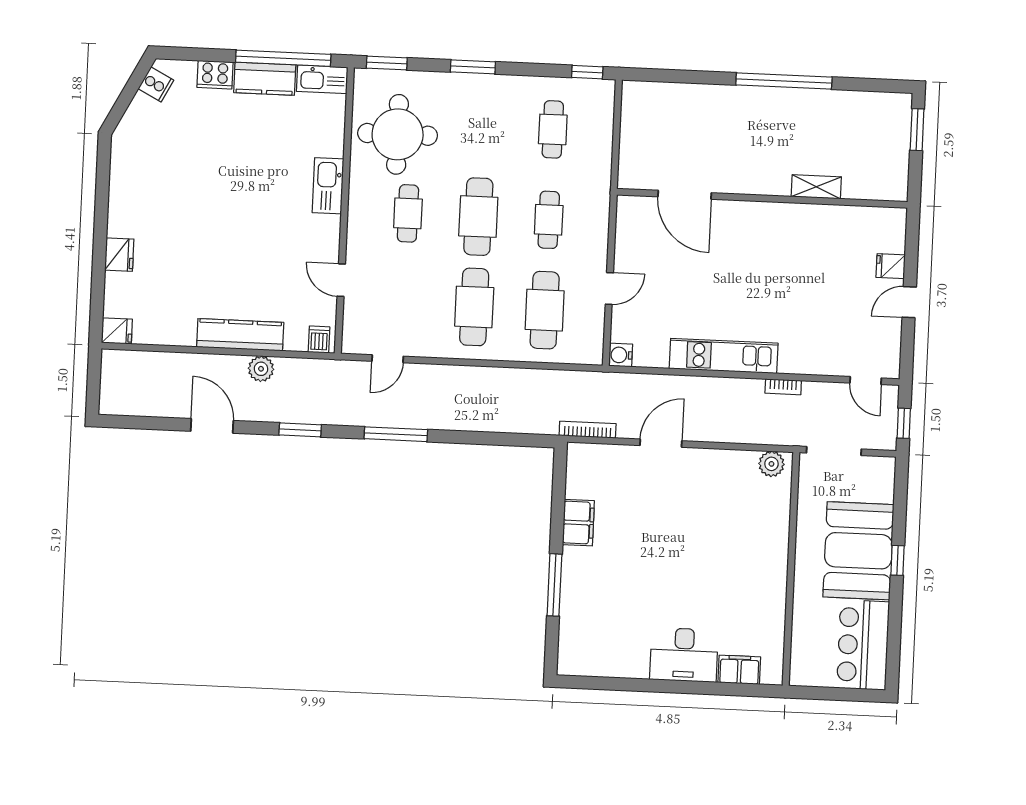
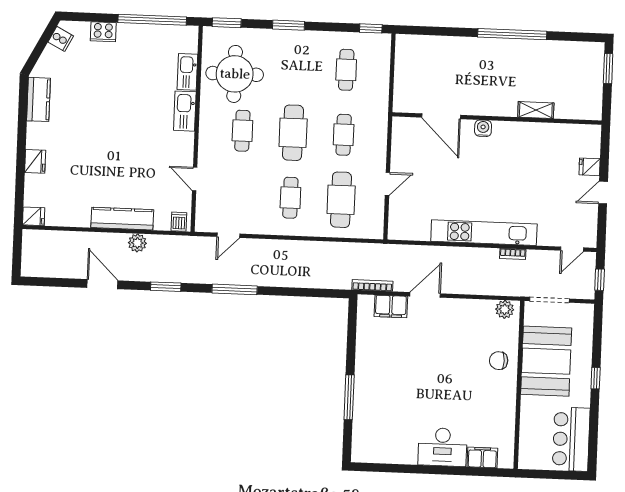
kitchen counter: (265, 79) -> (38, 99), moved, turned -90
kitchen sink: (322, 79) -> (187, 72), moved, turned 90
cafe table: (474, 307) -> (290, 198), width x0.73, depth x0.74
water cooler: (621, 355) -> (483, 128), moved, turned 90
kitchen unit: (724, 356) -> (484, 233), width x1.36
door: (866, 380) -> (572, 249), hinge flipped
filing cabinet: (578, 523) -> (391, 306), moved, turned 90
chair: (763, 535) -> (499, 361), added
booth: (858, 551) -> (546, 361), moved

